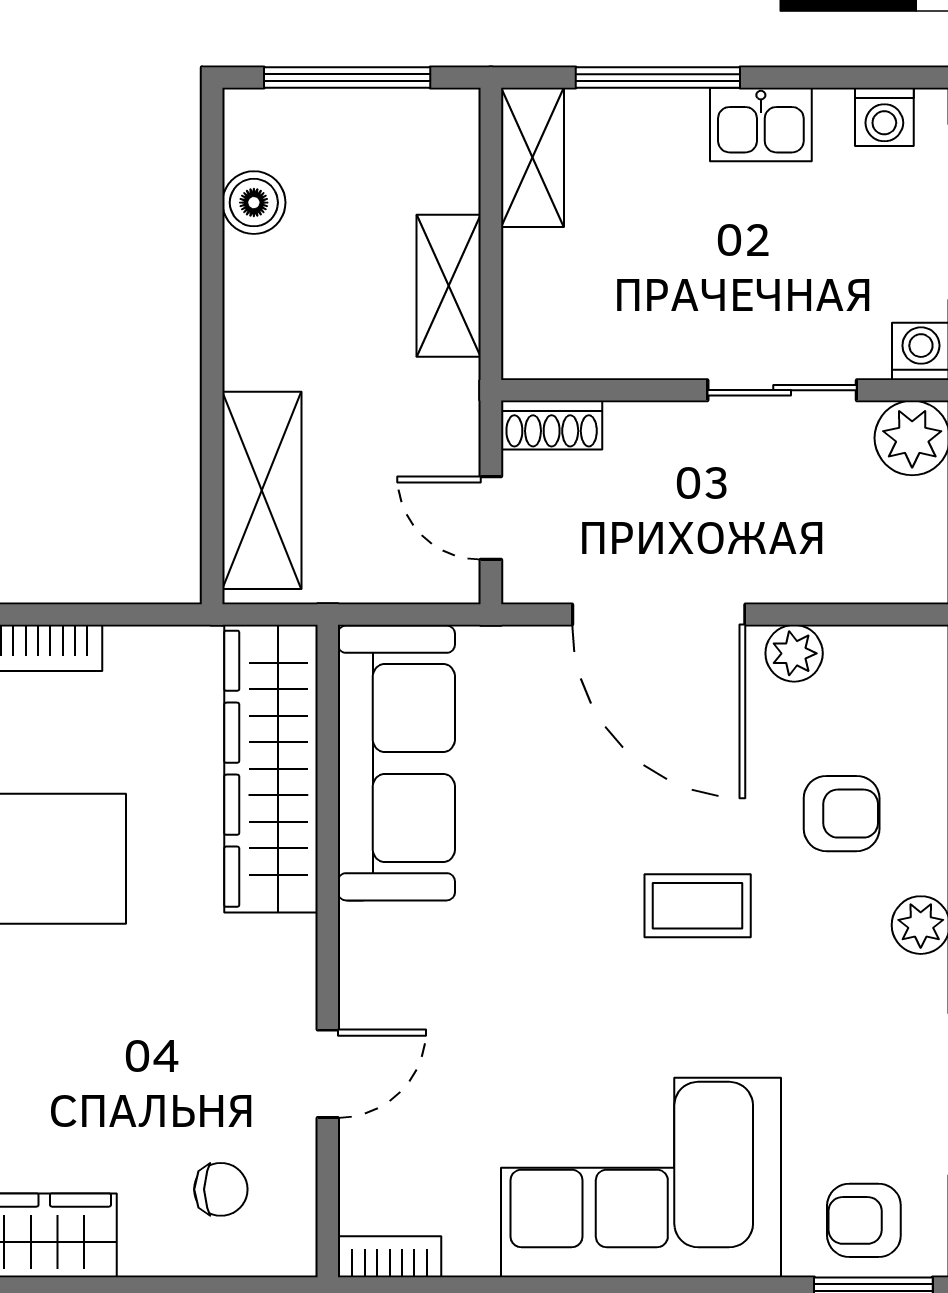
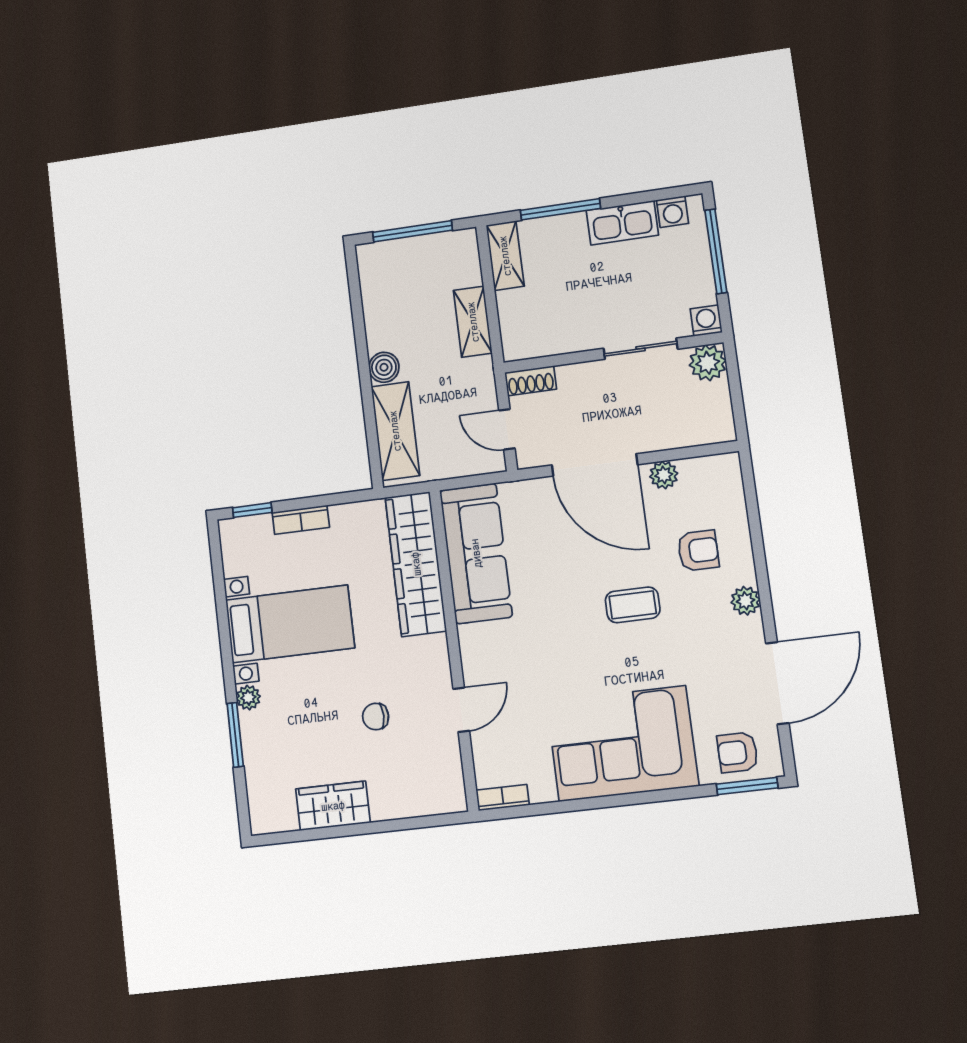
kitchen sink: (761, 125) -> (622, 223), width x1.38
boiler: (254, 203) -> (384, 367), moved
chair: (221, 1189) -> (376, 717), moved, turned 180

